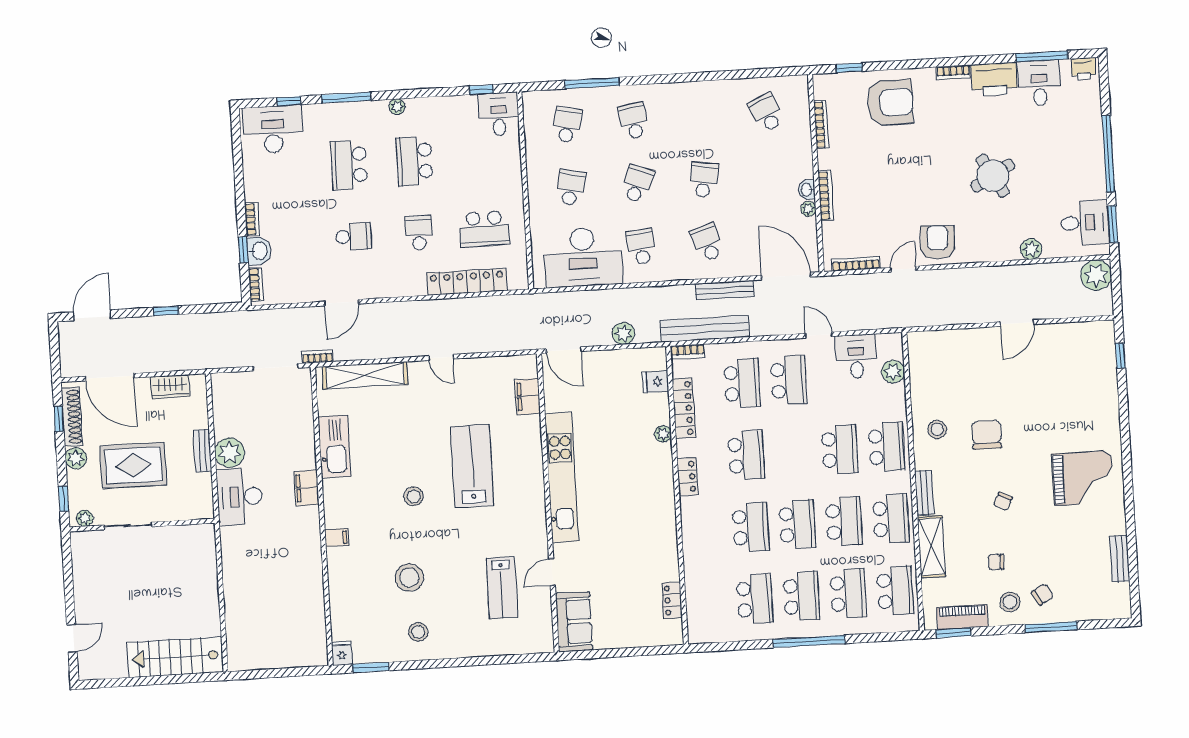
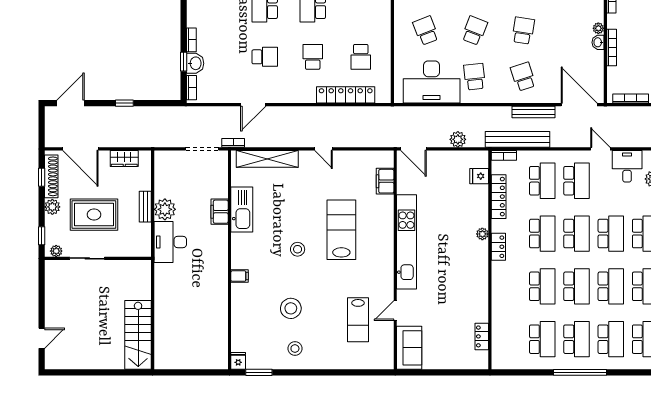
school desk: (571, 188) -> (426, 31), turned -33
plant: (808, 209) -> (598, 28), moved
school desk: (484, 229) -> (361, 57), width x0.54
plant: (663, 434) -> (482, 234), moved
school desk: (793, 452) -> (577, 234), added
filing cabinet: (307, 488) -> (220, 212), moved
stairs: (176, 657) -> (138, 335), moved, turned -90

